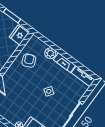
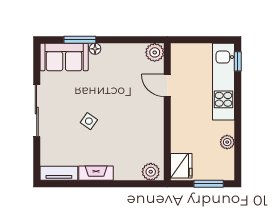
plant: (50, 53) -> (151, 172), moved
armchair: (29, 61) -> (144, 142), removed

